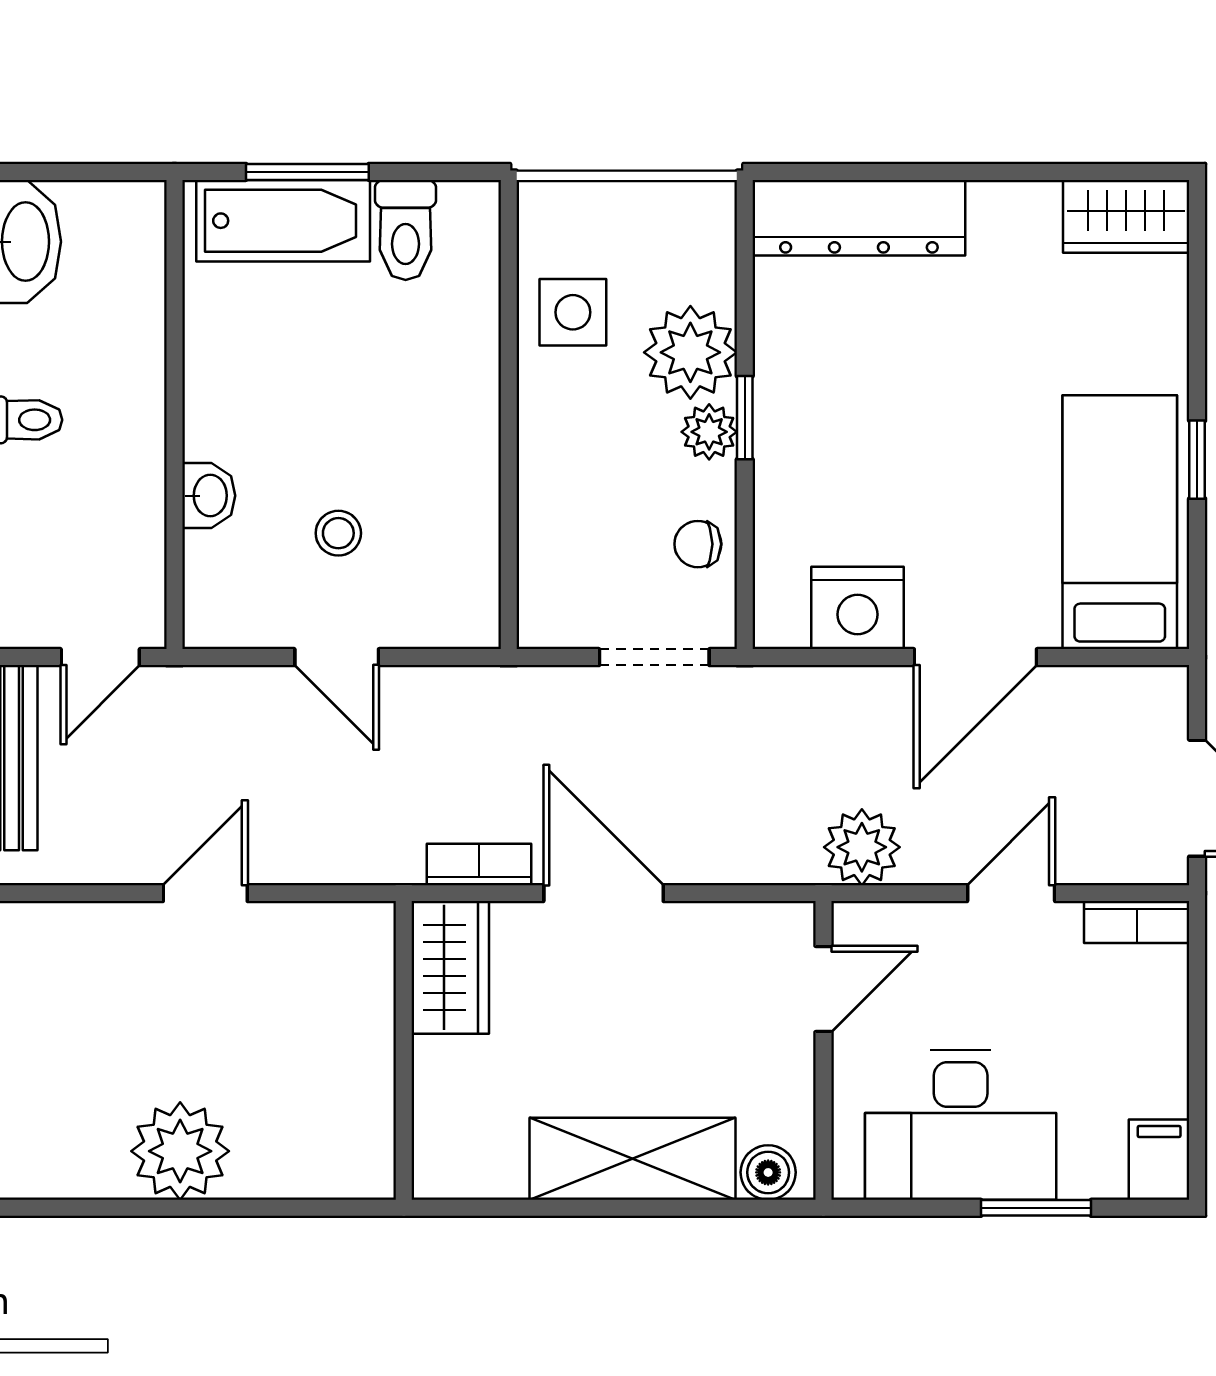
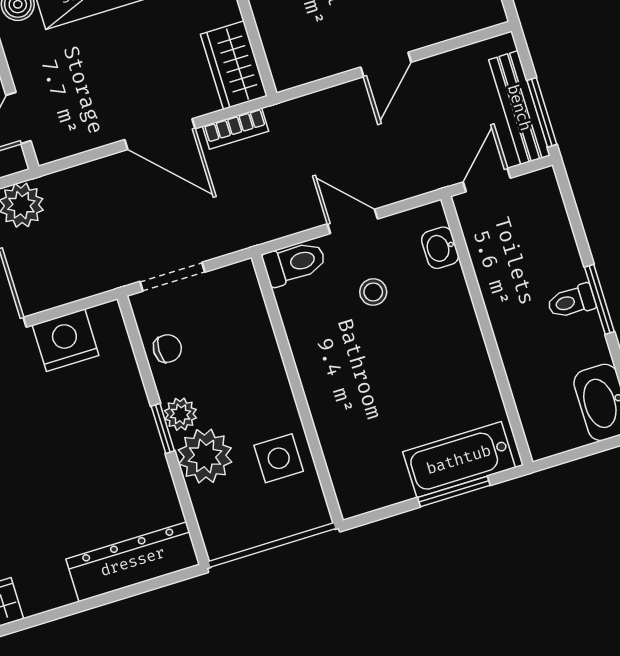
toilet: (406, 230) -> (294, 263), moved, turned 90
washbasin: (209, 496) -> (440, 248), moved

